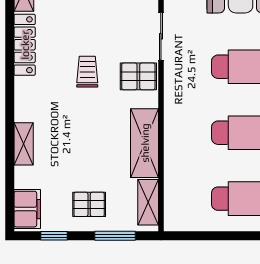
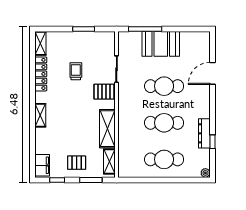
trolley: (87, 72) -> (76, 71), moved
shelving: (24, 144) -> (40, 115), moved

